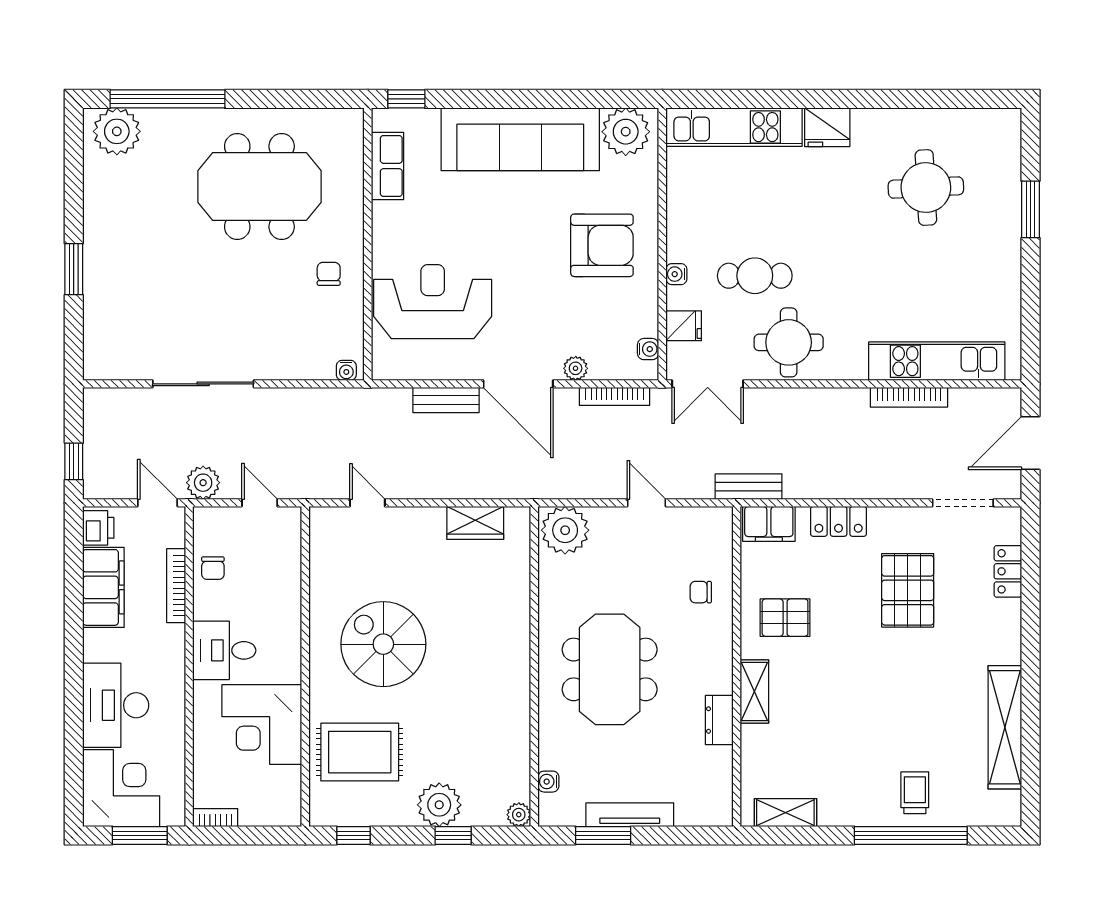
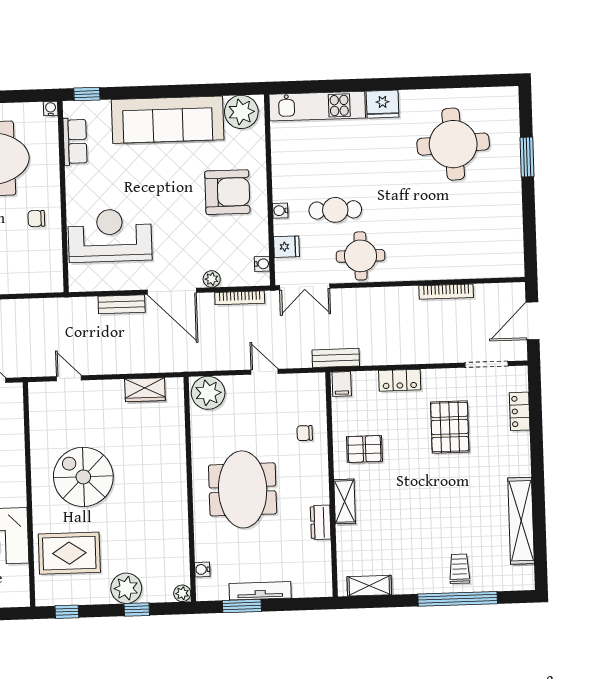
round table: (926, 188) -> (453, 144), width x1.36, depth x1.36
chair: (329, 274) -> (36, 219), turned -90
kitchen unit: (937, 361) -> (465, 266), removed
water cooler: (346, 370) -> (51, 109), moved, turned 180
filing cabinet: (769, 524) -> (342, 384), width x0.50

